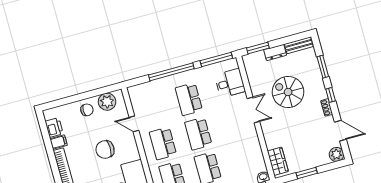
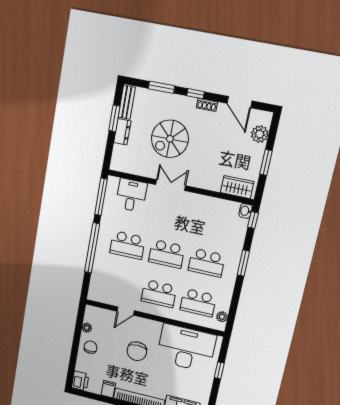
window: (258, 48) -> (114, 118), moved
plant: (107, 102) -> (87, 328), width x0.53, depth x0.53
printer: (54, 127) -> (80, 381), moved, turned 90
door: (340, 131) -> (239, 102), swing flipped
plant: (336, 154) -> (260, 134), moved

